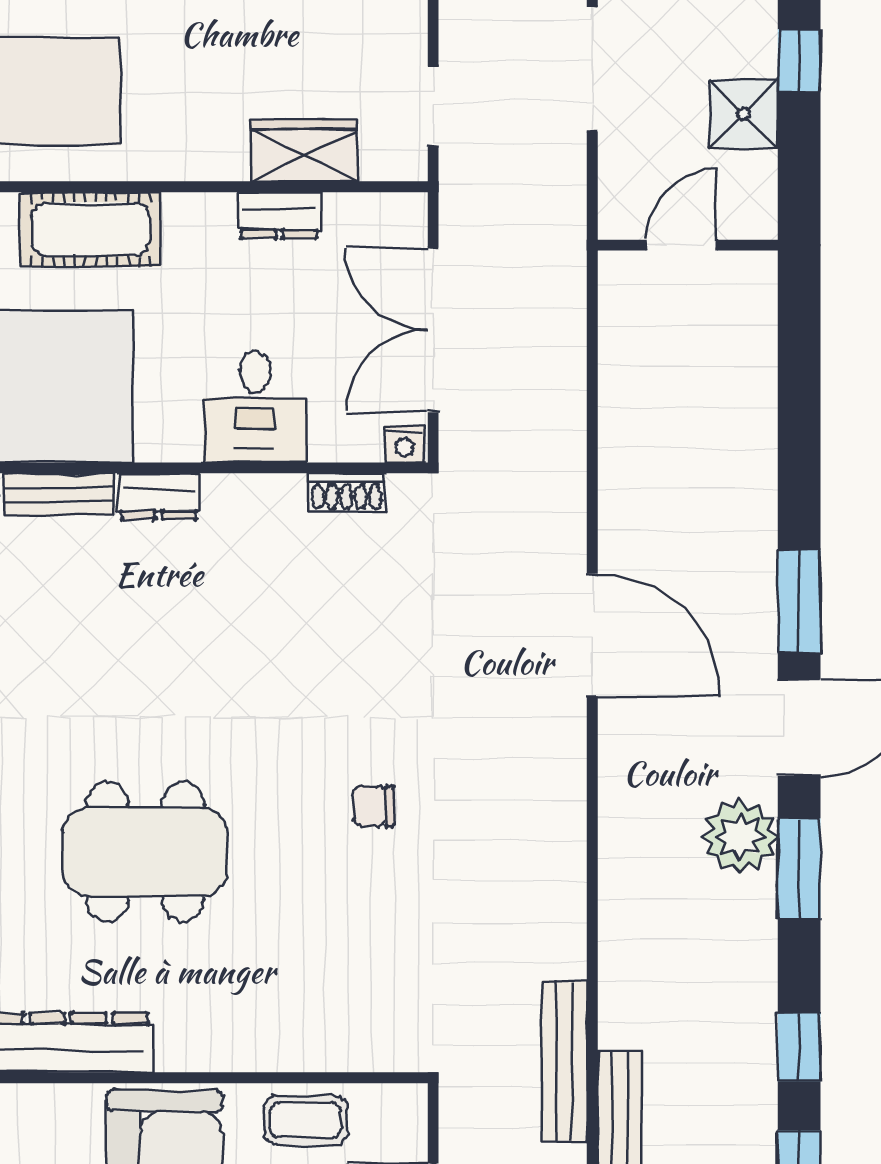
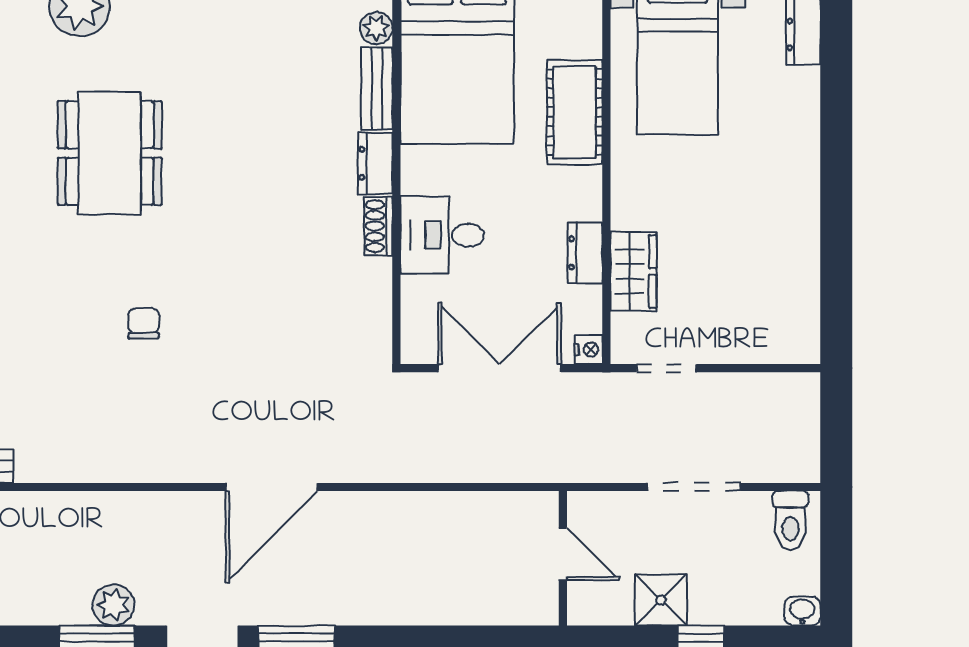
nightstand: (405, 444) -> (589, 350), moved, turned 180
shoe rack: (346, 492) -> (378, 226), moved
plant: (740, 837) -> (113, 605), width x0.73, depth x0.73

